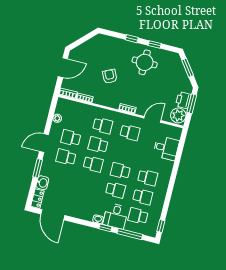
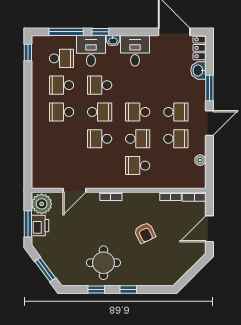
school desk: (130, 132) -> (100, 139), moved
desk: (166, 148) -> (135, 51), moved, turned 90

